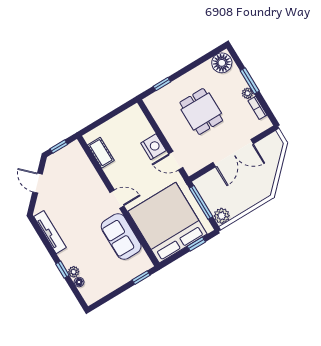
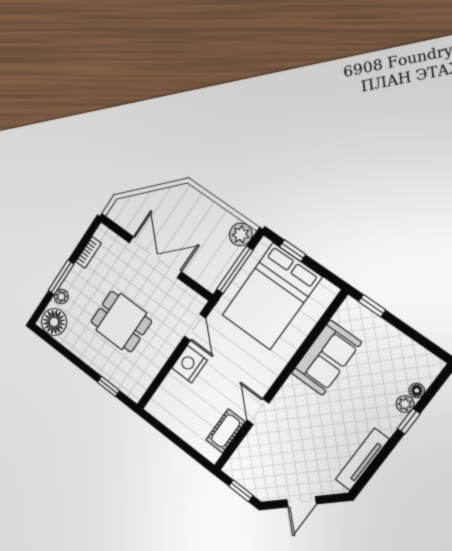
plant: (247, 93) -> (61, 297), moved
dining table: (201, 111) -> (121, 322), turned 90
door: (117, 199) -> (258, 412), moved
bed: (167, 223) -> (272, 296), width x0.73

